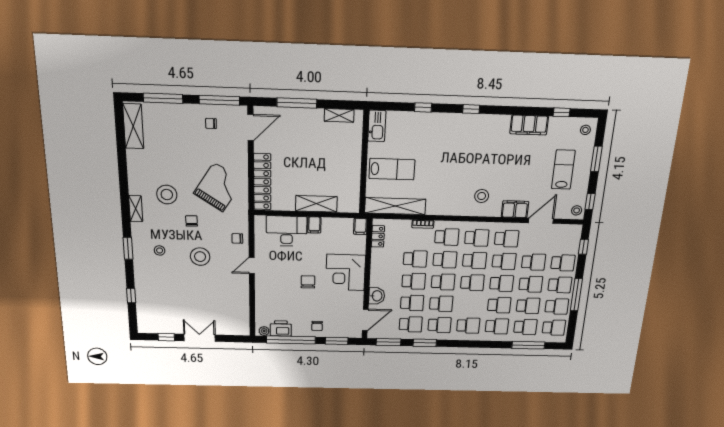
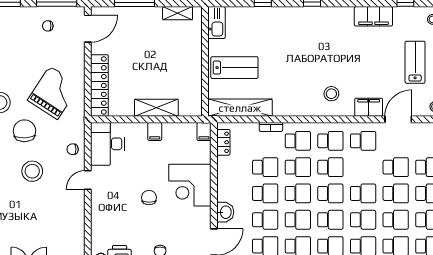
chair: (192, 221) -> (24, 131), width x1.87, depth x1.87
desk: (287, 231) -> (108, 144), moved, turned -90
school desk: (504, 261) -> (330, 220), moved

